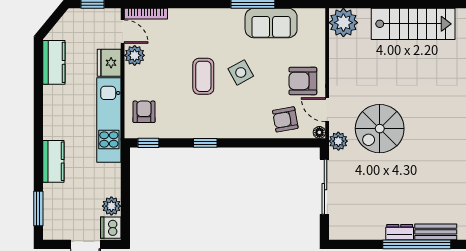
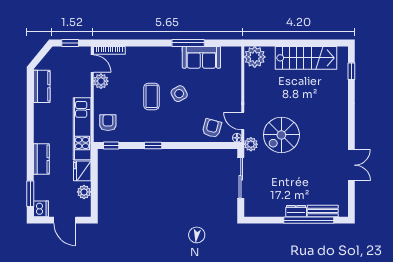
fridge: (109, 63) -> (82, 171), moved
armchair: (303, 81) -> (225, 100), removed
armchair: (285, 119) -> (212, 128), turned 115
dishwasher: (111, 228) -> (41, 209), moved, turned 180

